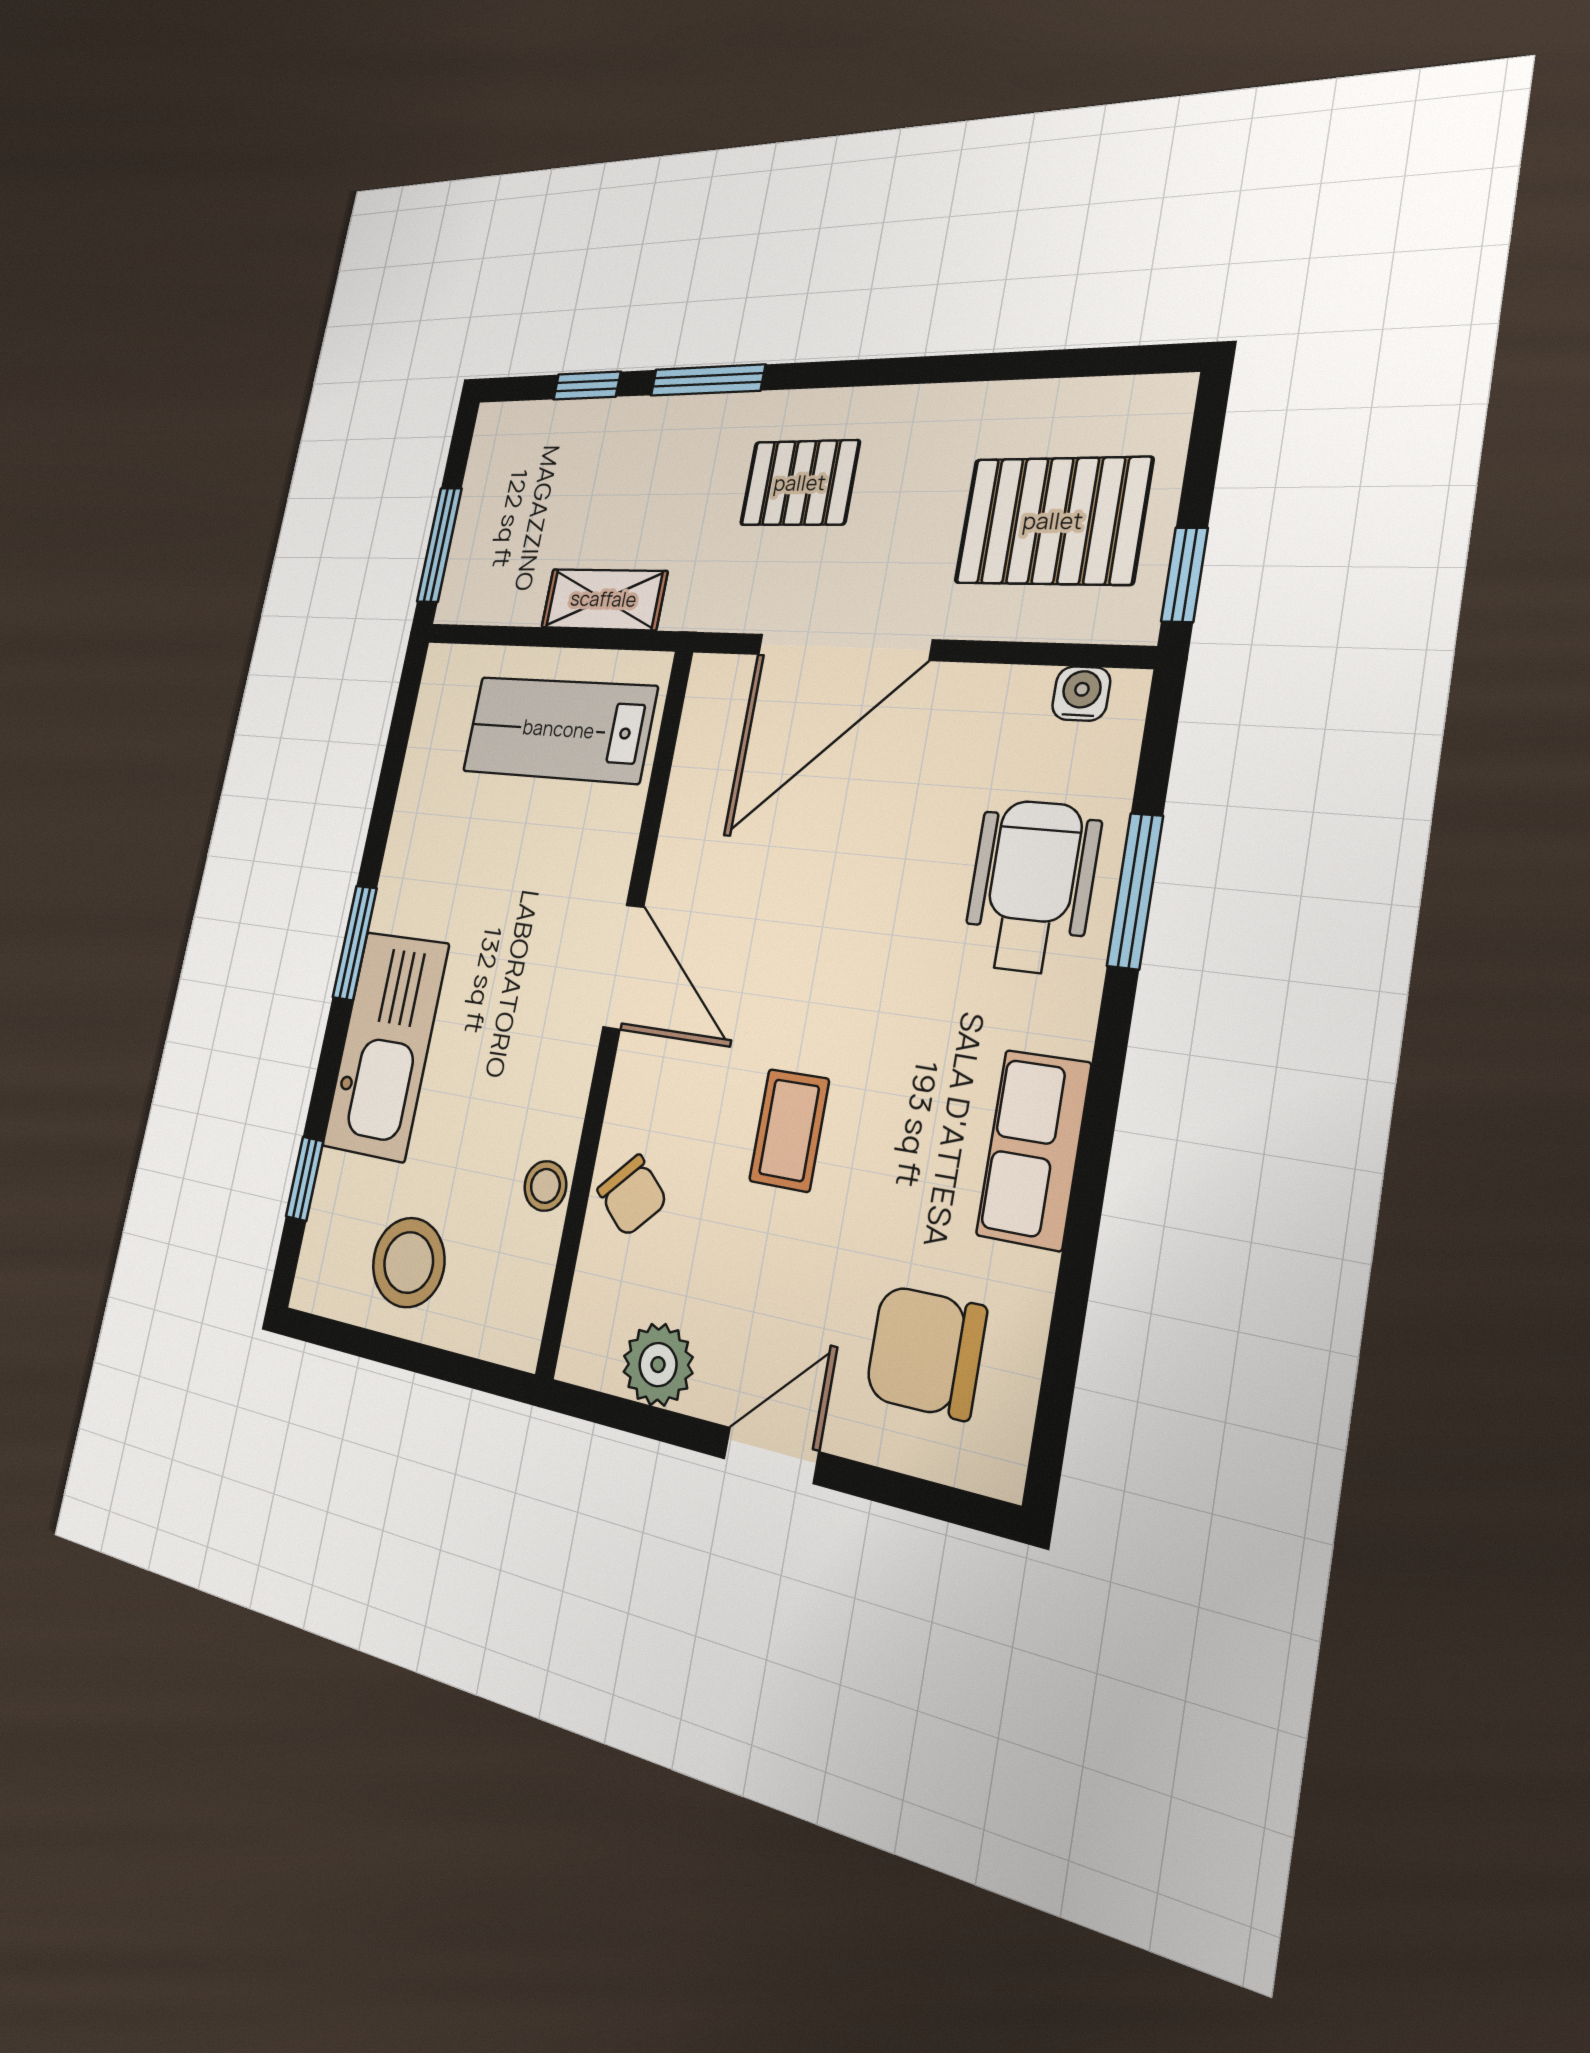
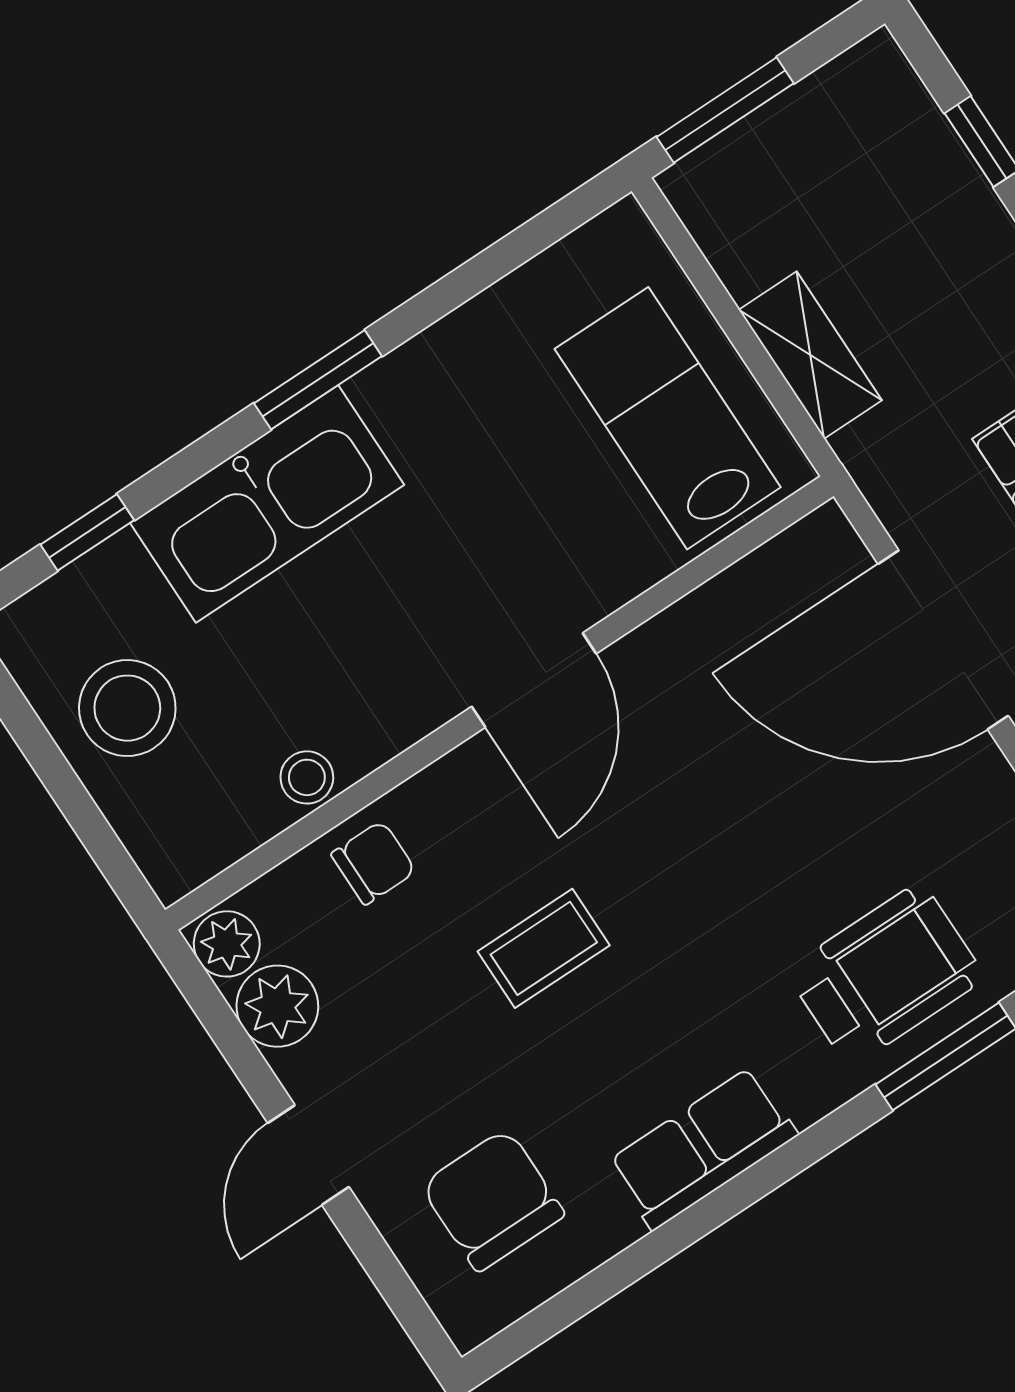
chair: (632, 1196) -> (373, 863), turned -134
plant: (591, 1355) -> (227, 944), added
door: (771, 1455) -> (308, 1155), swing flipped

